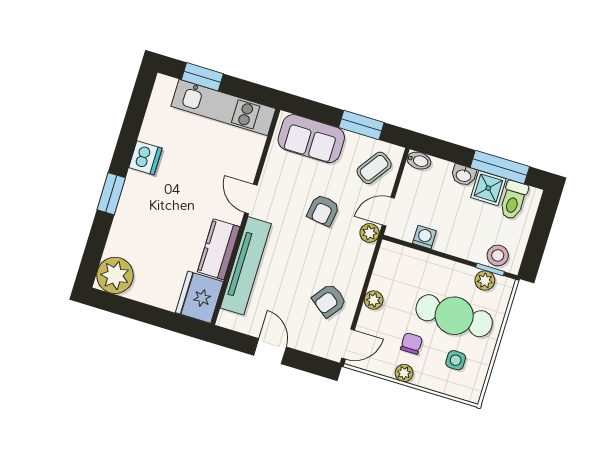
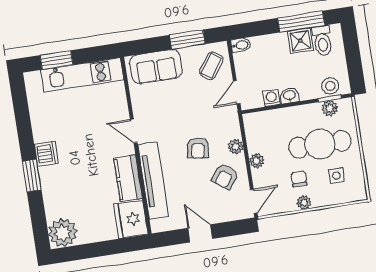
dishwasher: (145, 158) -> (46, 154), moved
washbasin: (464, 175) -> (289, 96), moved, turned 180
armchair: (323, 210) -> (198, 148), moved
plant: (370, 233) -> (236, 147), moved

